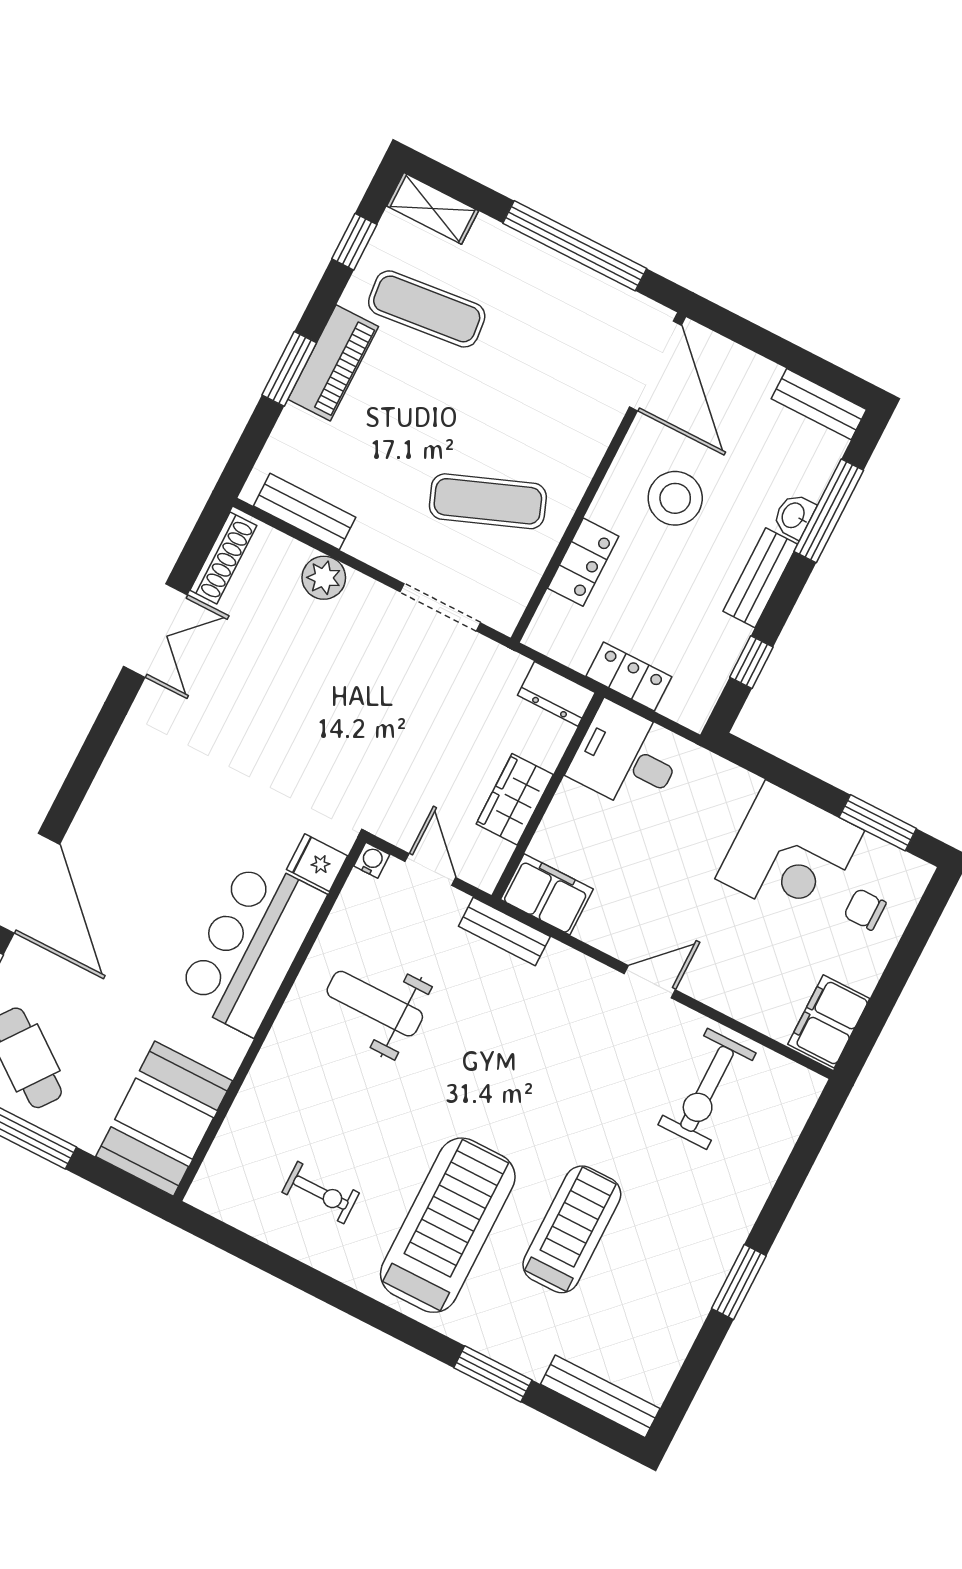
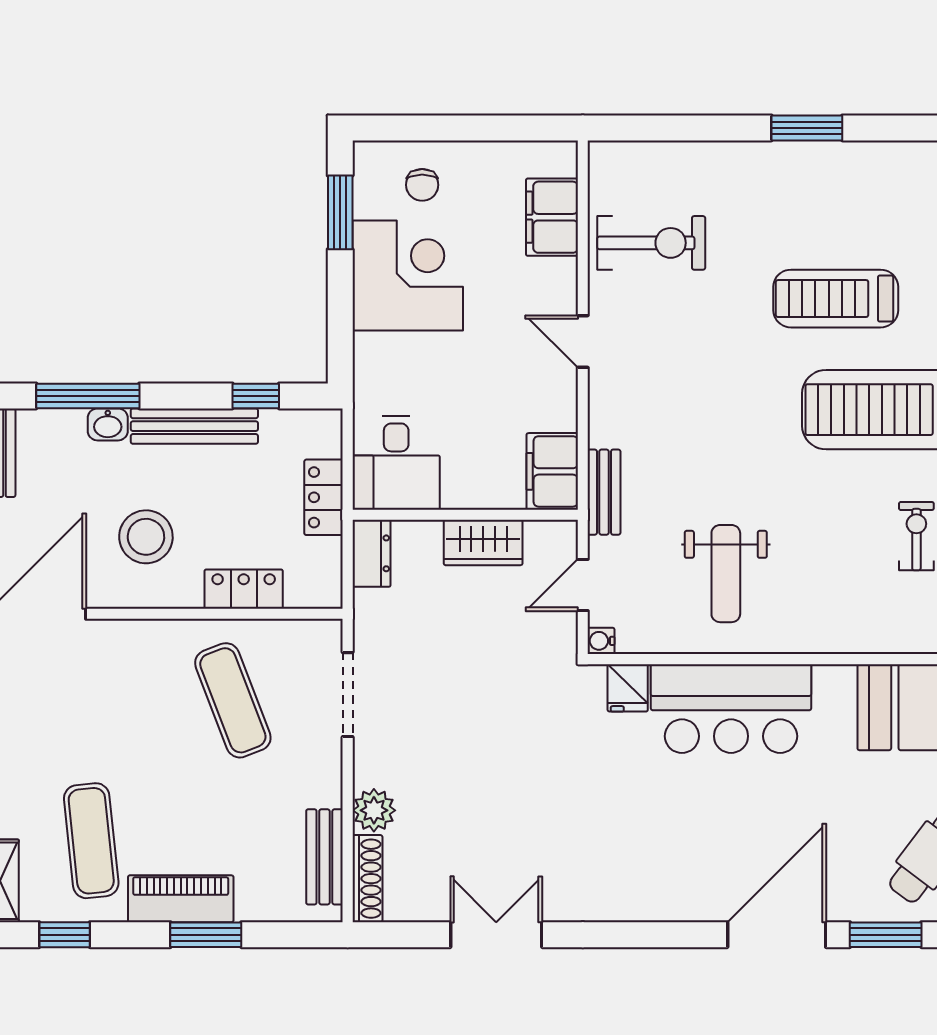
shoe rack: (223, 558) -> (367, 879), moved, turned 90
bench: (760, 578) -> (194, 426), width x1.36
filing cabinet: (829, 1021) -> (552, 217), moved, turned 90

